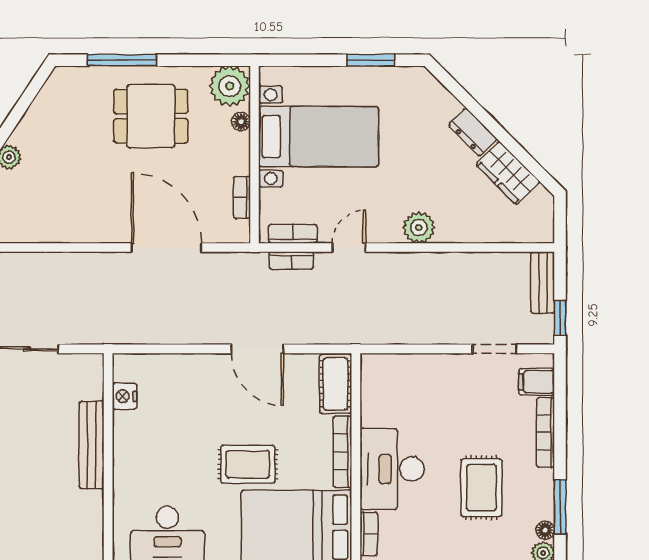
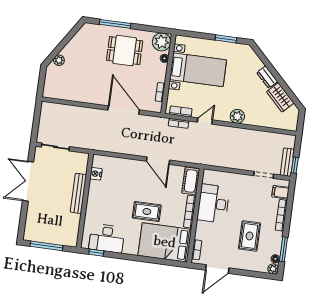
bench: (543, 283) -> (287, 162), moved
desk: (392, 469) -> (213, 204), moved

